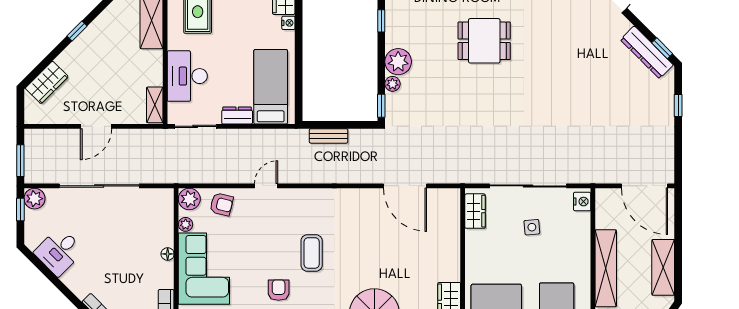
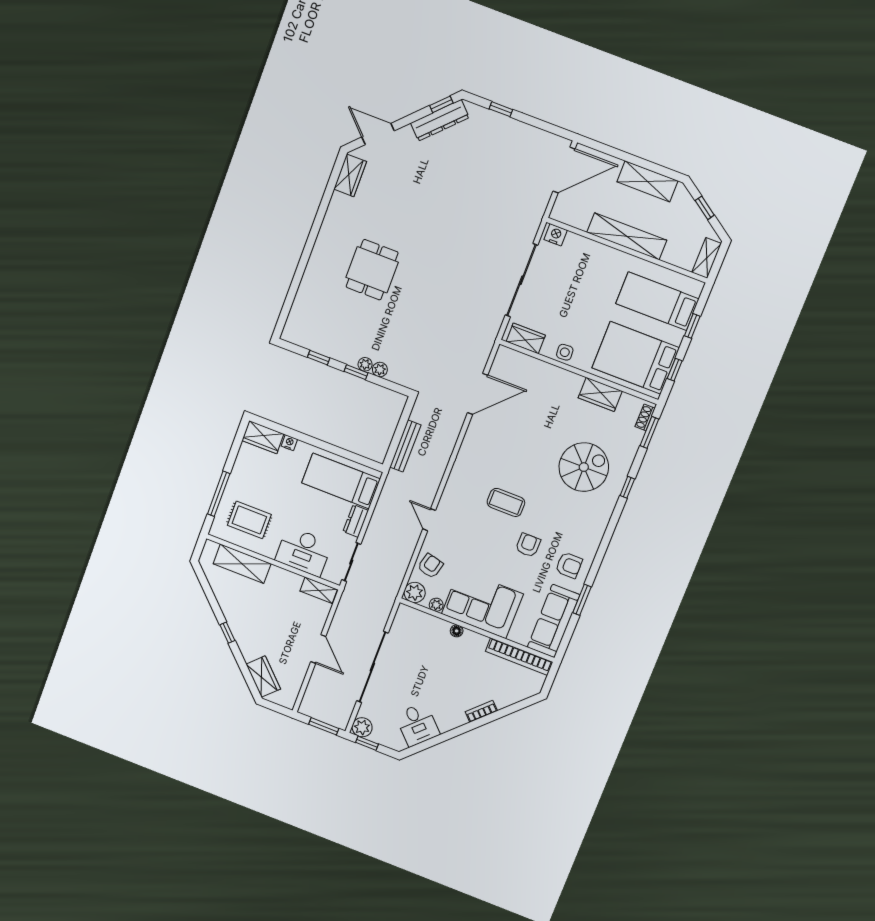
plant: (398, 62) -> (365, 364), width x0.53, depth x0.53
window: (381, 106) -> (356, 372), moved
bench: (329, 136) -> (405, 446), width x1.36
side table: (532, 227) -> (565, 352), moved
armchair: (279, 290) -> (528, 545), turned 90

